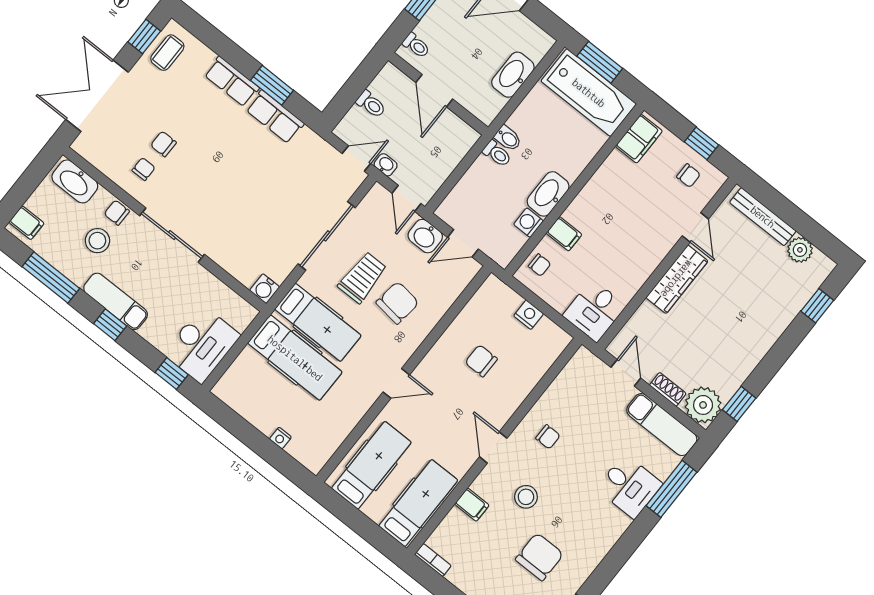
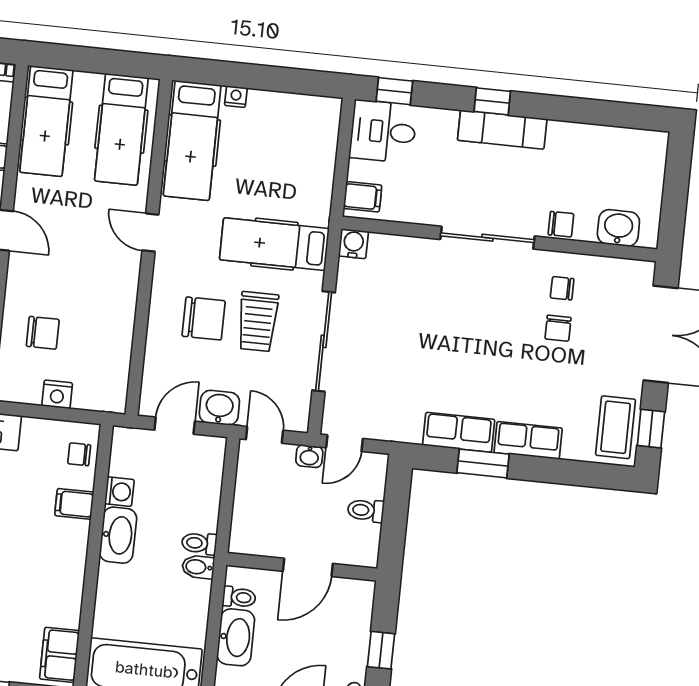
toilet: (416, 45) -> (239, 597), moved, turned 180
coffee table: (167, 53) -> (616, 427), width x1.36, depth x1.30
door: (434, 91) -> (308, 567), swing flipped
chair: (163, 144) -> (558, 328), turned 90
chair: (144, 169) -> (562, 288), turned 90
washbasin: (75, 181) -> (618, 228), width x0.72
filing cabinet: (26, 223) -> (363, 197), moved, turned 180
stool: (97, 241) -> (562, 182), removed
window: (51, 278) -> (587, 111), removed
chair: (397, 303) -> (204, 318), turned -97
desk: (202, 345) -> (383, 131), width x0.73
hospital bed: (295, 358) -> (192, 140), moved, turned -90
chair: (481, 361) -> (43, 333), moved
door: (396, 383) -> (150, 232), hinge flipped

